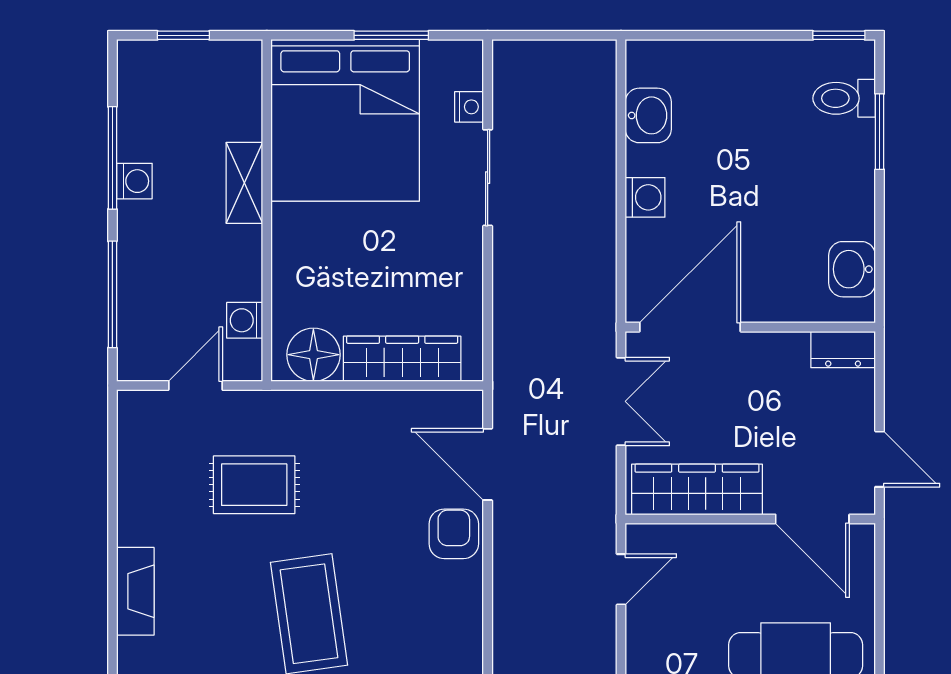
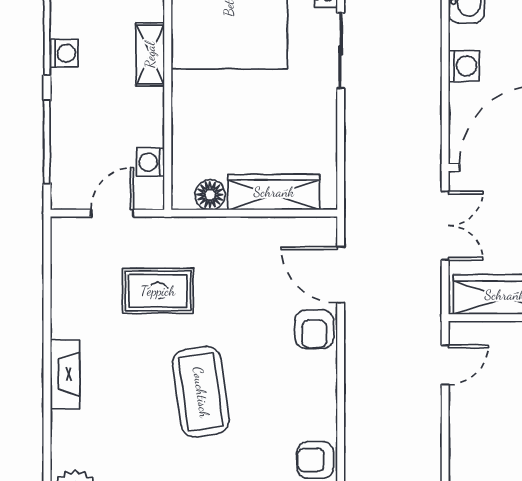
floor lamp: (313, 355) -> (210, 195), width x0.73, depth x0.73
armchair: (454, 534) -> (314, 329), turned 180

